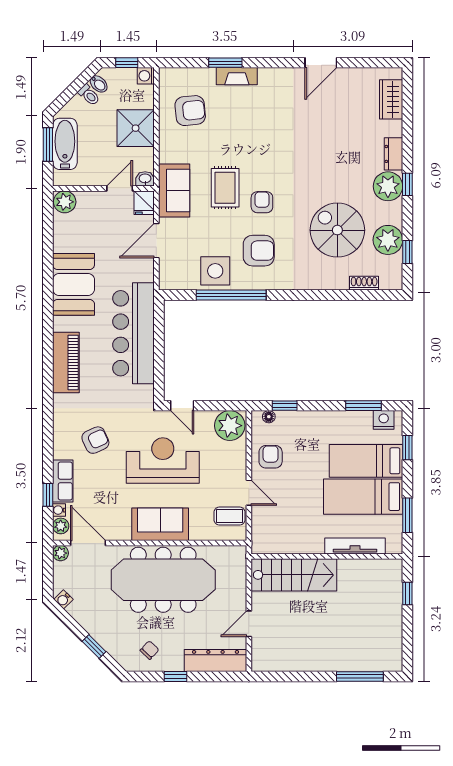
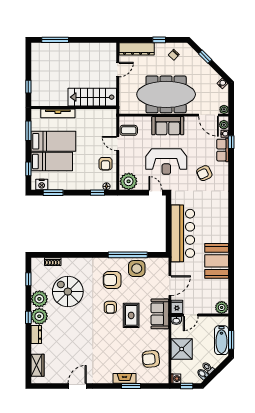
spiral stairs: (337, 230) -> (68, 292), turned 180
plant: (388, 240) -> (39, 299), moved
piano: (66, 363) -> (221, 217), removed

